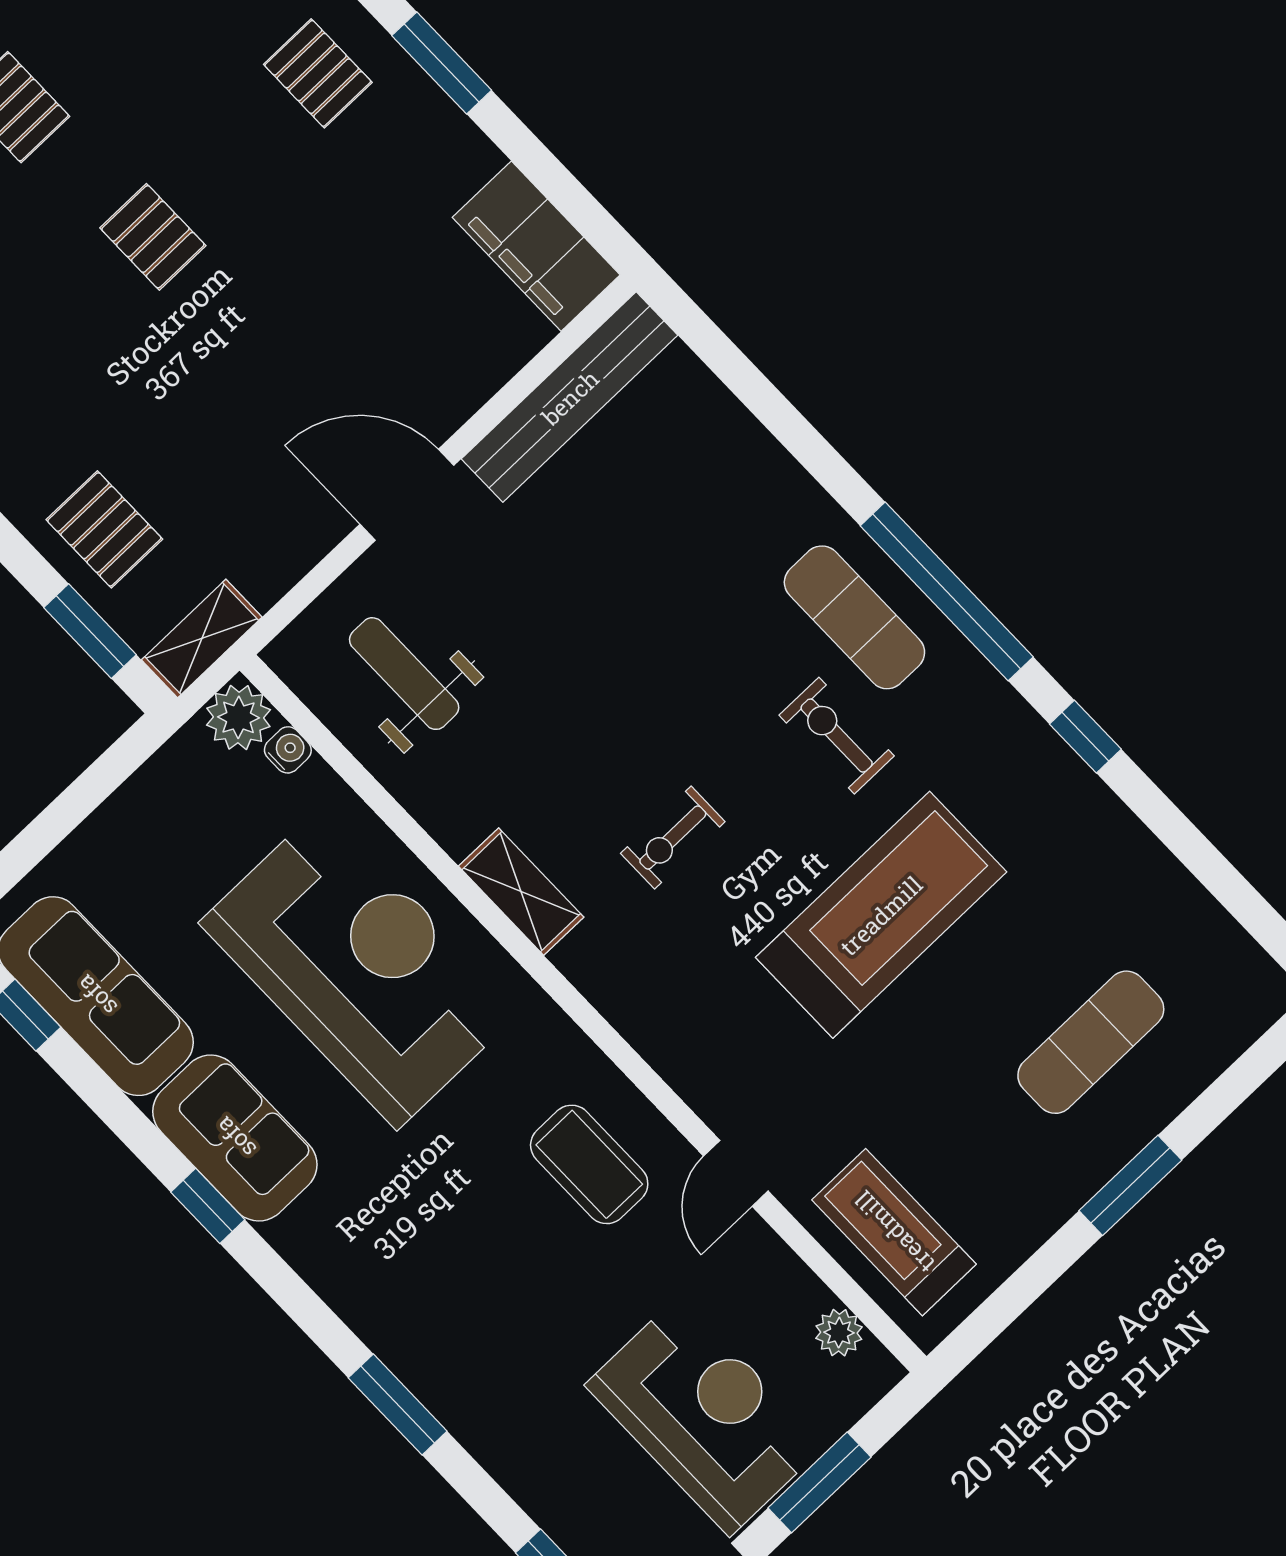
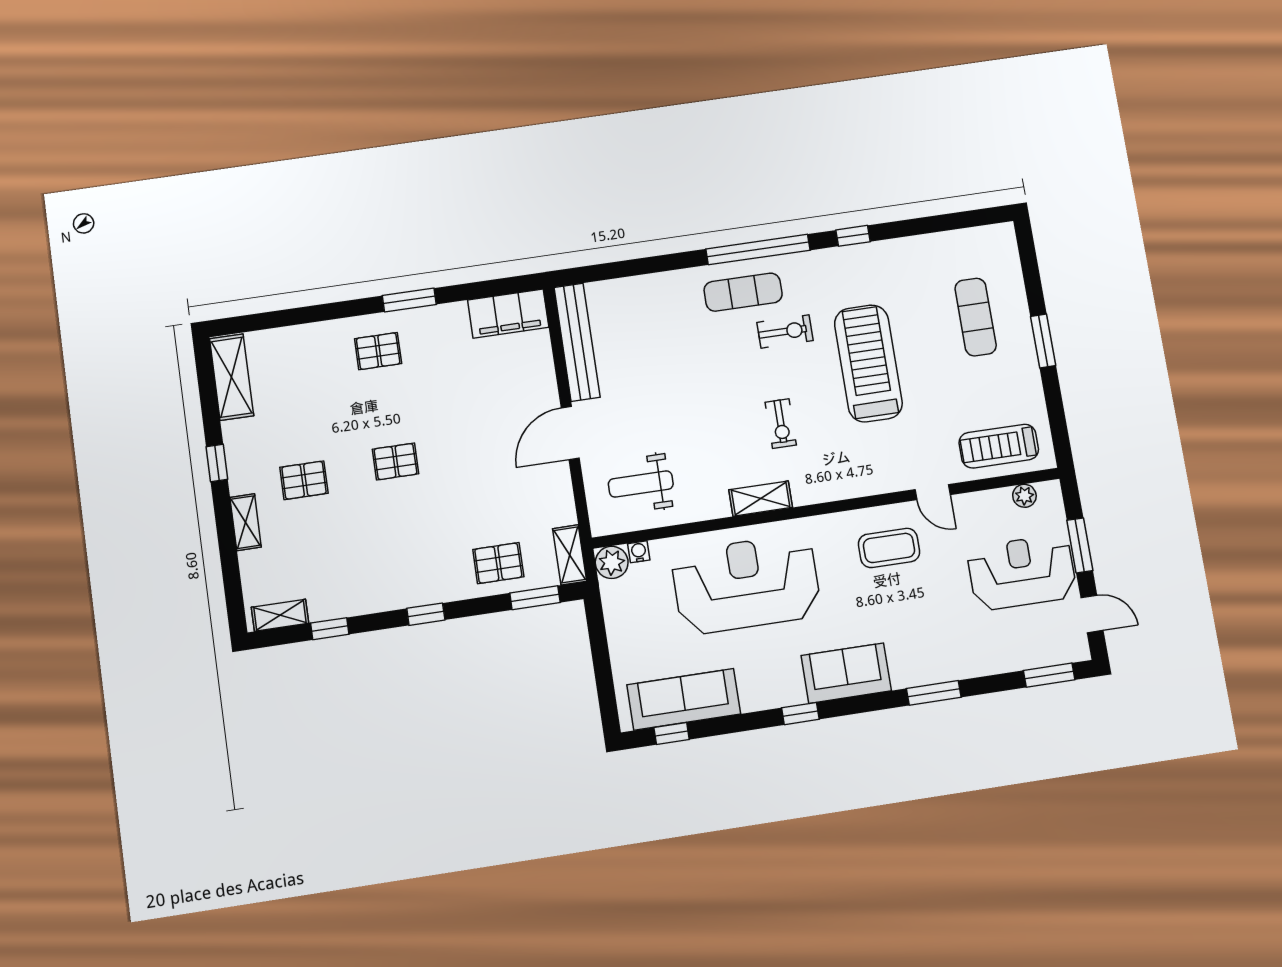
exercise bike: (837, 736) -> (785, 331), turned 180
sofa: (235, 1138) -> (846, 673), moved

